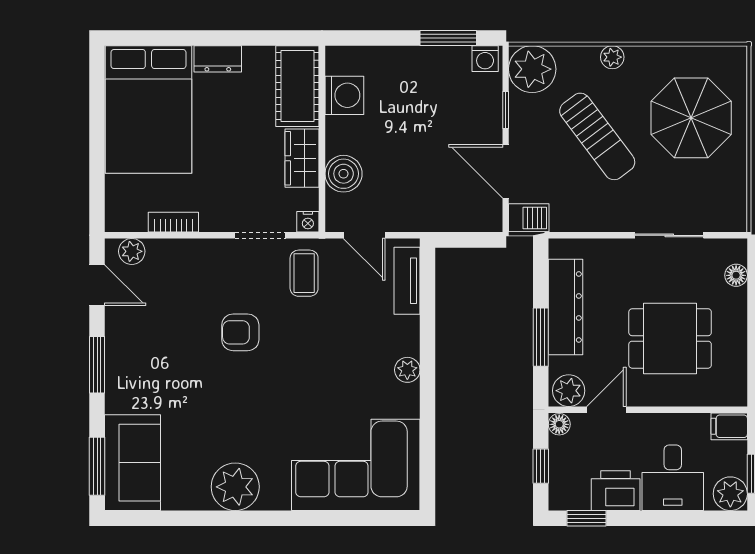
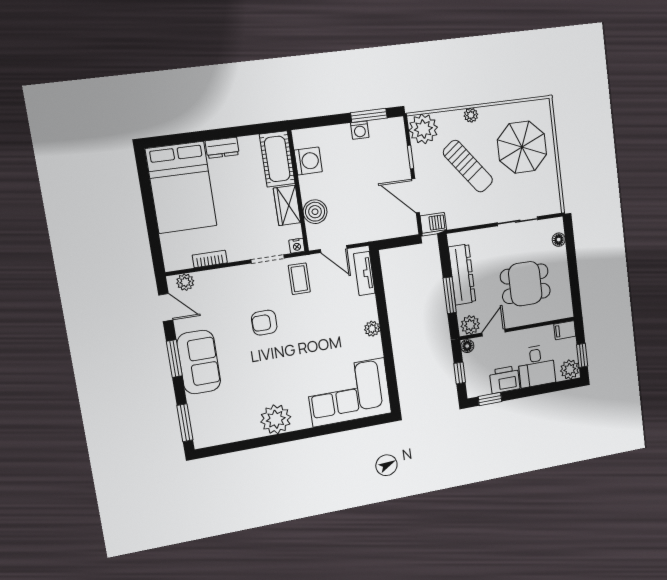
washing machine: (485, 59) -> (360, 130), moved
sofa: (133, 463) -> (199, 362), moved

